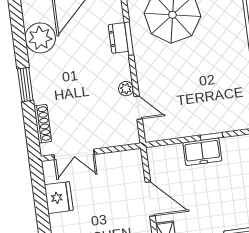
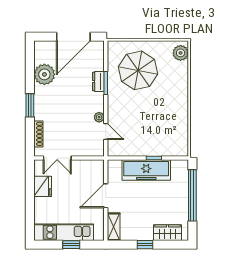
freezer: (202, 152) -> (146, 170), width x1.91, depth x1.26
door: (150, 199) -> (106, 196), swing flipped

